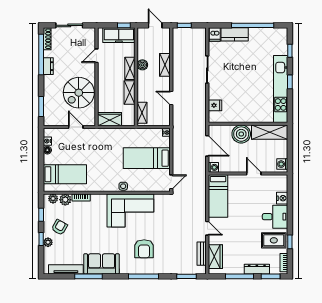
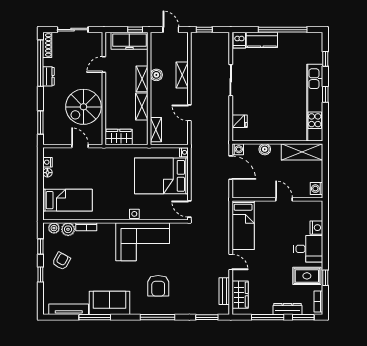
boiler: (241, 134) -> (265, 149), width x0.54, depth x0.54
bed: (147, 158) -> (161, 176), width x1.50
washing machine: (213, 167) -> (238, 149), moved
door: (171, 182) -> (189, 209), swing flipped
plant: (48, 242) -> (48, 278), removed

